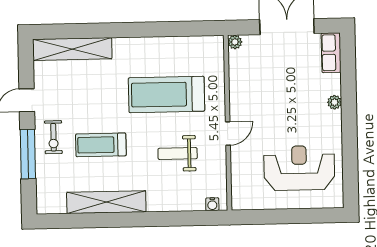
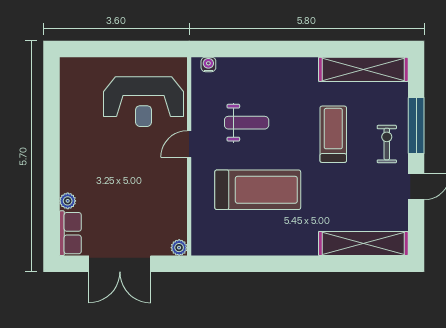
plant: (334, 102) -> (68, 201), moved
treadmill: (101, 145) -> (333, 134), turned -90
reception desk: (299, 168) -> (144, 102), moved
shelving: (106, 202) -> (363, 69), moved

